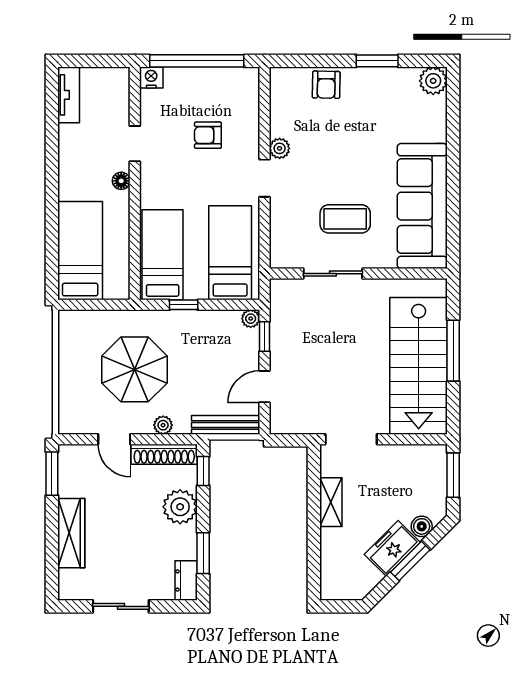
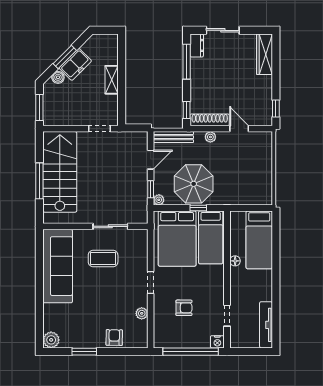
tv unit: (69, 95) -> (266, 325), width x1.41
doorway: (135, 144) -> (227, 316), moved
plant: (280, 148) -> (142, 313), moved
floor lamp: (121, 181) -> (235, 261), moved
bed: (230, 253) -> (177, 239), width x1.50
parasol: (135, 369) -> (194, 184), moved
doorway: (351, 439) -> (100, 129), width x0.73
window: (52, 474) -> (276, 108), width x0.67
shelving: (331, 502) -> (112, 80), moved
plant: (180, 507) -> (200, 89), removed
wardrobe: (71, 533) -> (264, 54), moved
window: (203, 553) -> (187, 62), width x1.44
sliding door: (121, 606) -> (223, 30), moved

